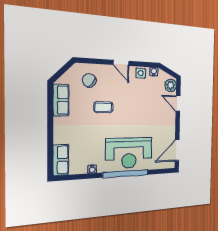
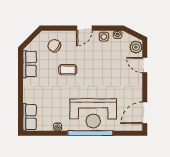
door: (121, 63) -> (84, 28), hinge flipped

